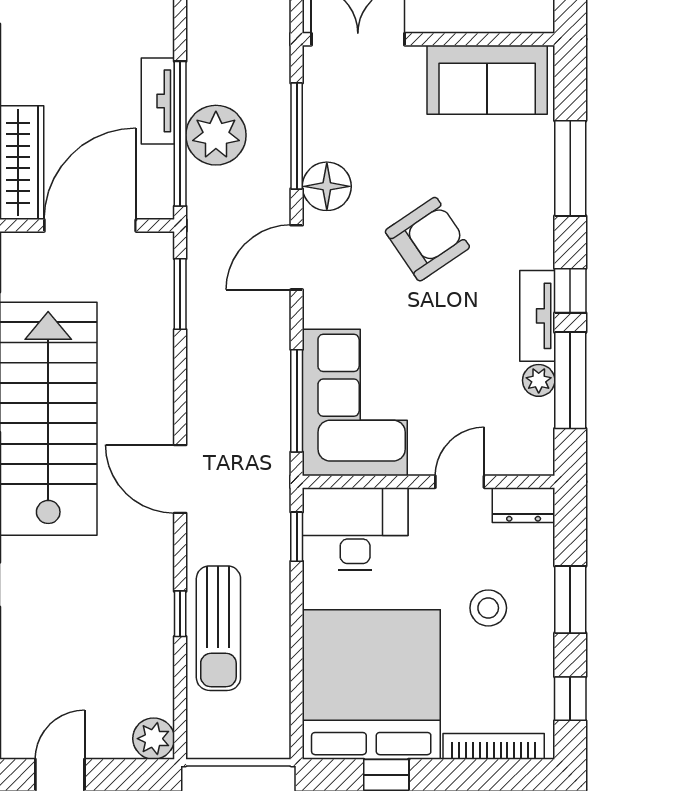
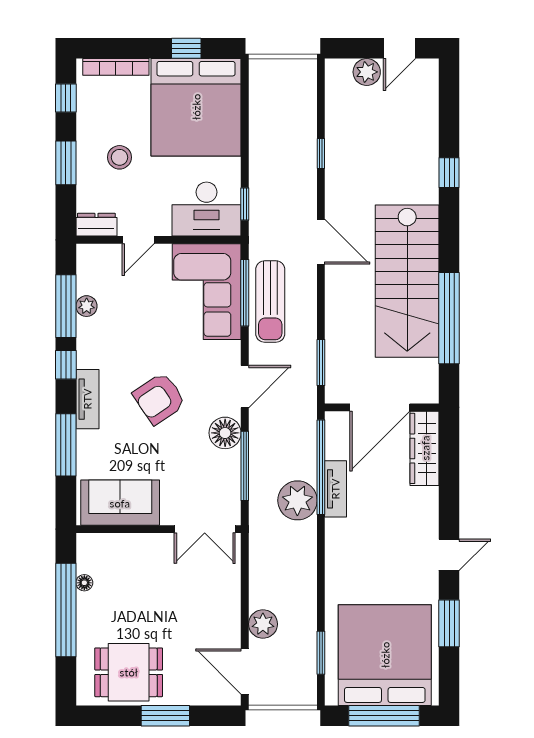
plant: (216, 135) -> (297, 500), moved
tv unit: (537, 316) -> (87, 399), moved
sun lounger: (218, 628) -> (270, 302), moved, turned 180
plant: (154, 739) -> (367, 72), moved

